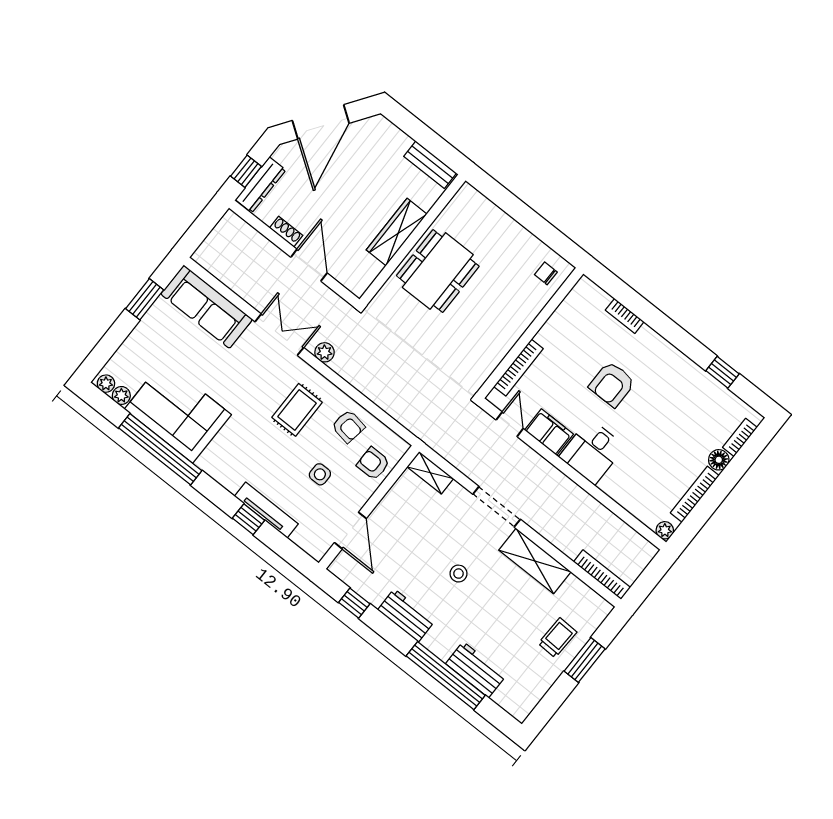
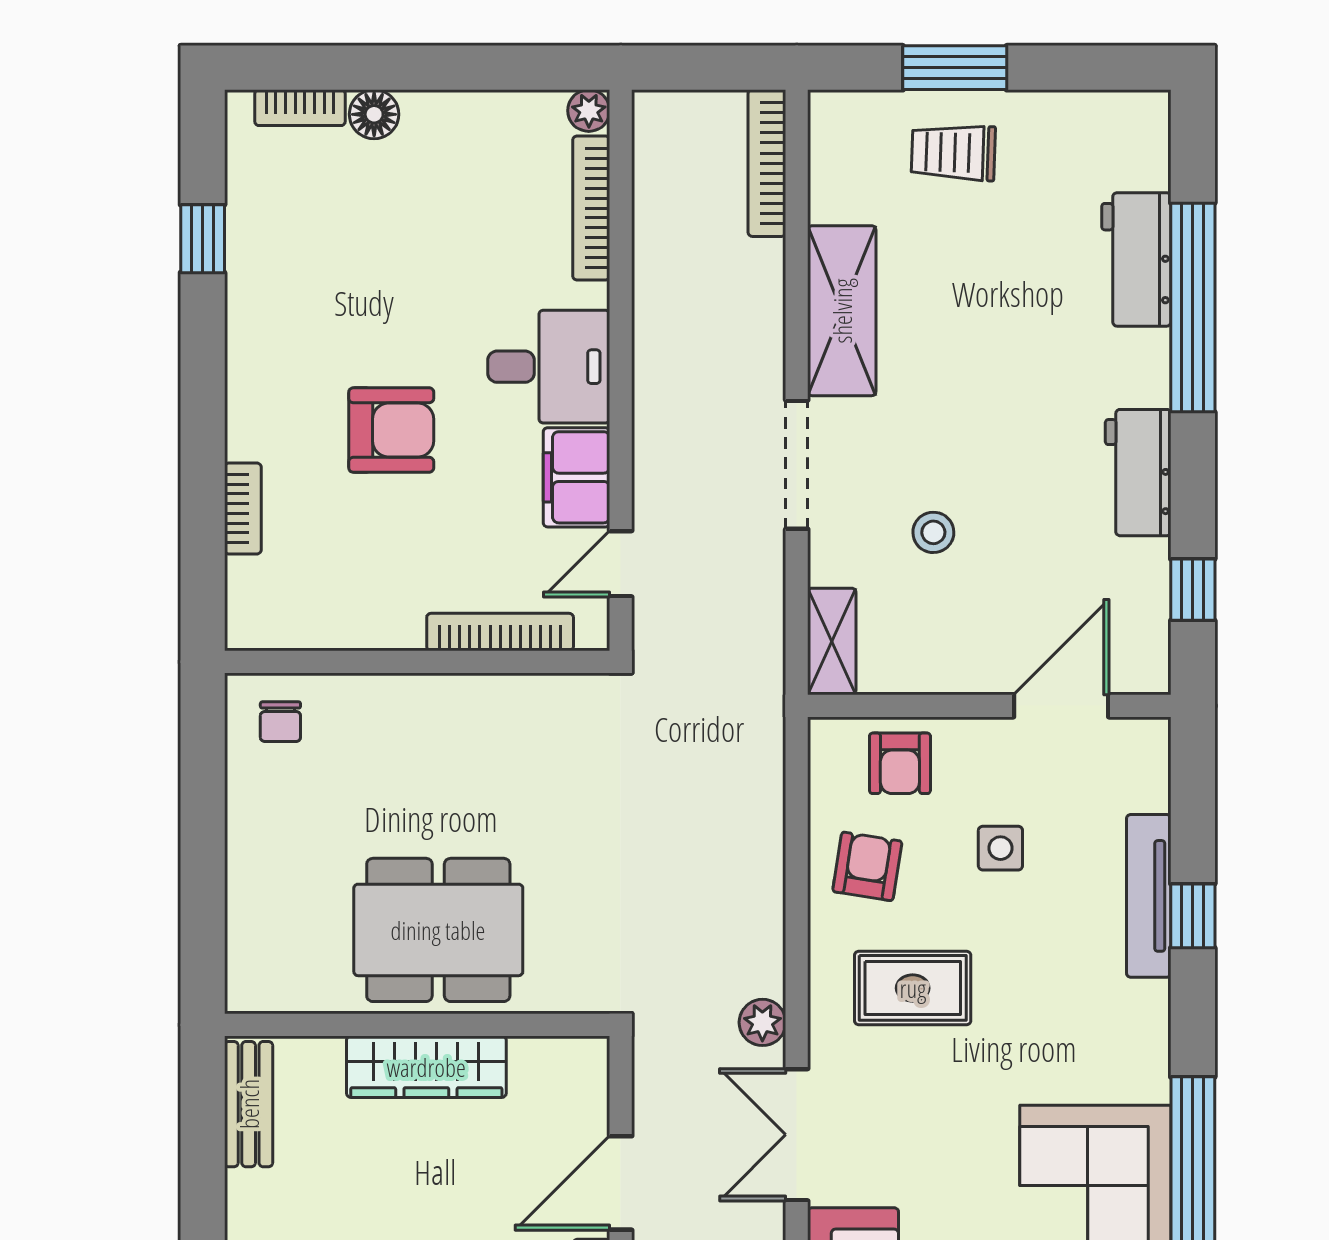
bookcase: (695, 494) -> (591, 208), moved, turned 90
stool: (459, 574) -> (933, 532), moved

